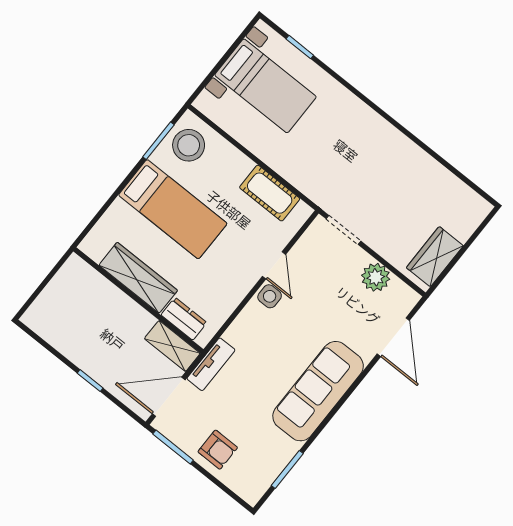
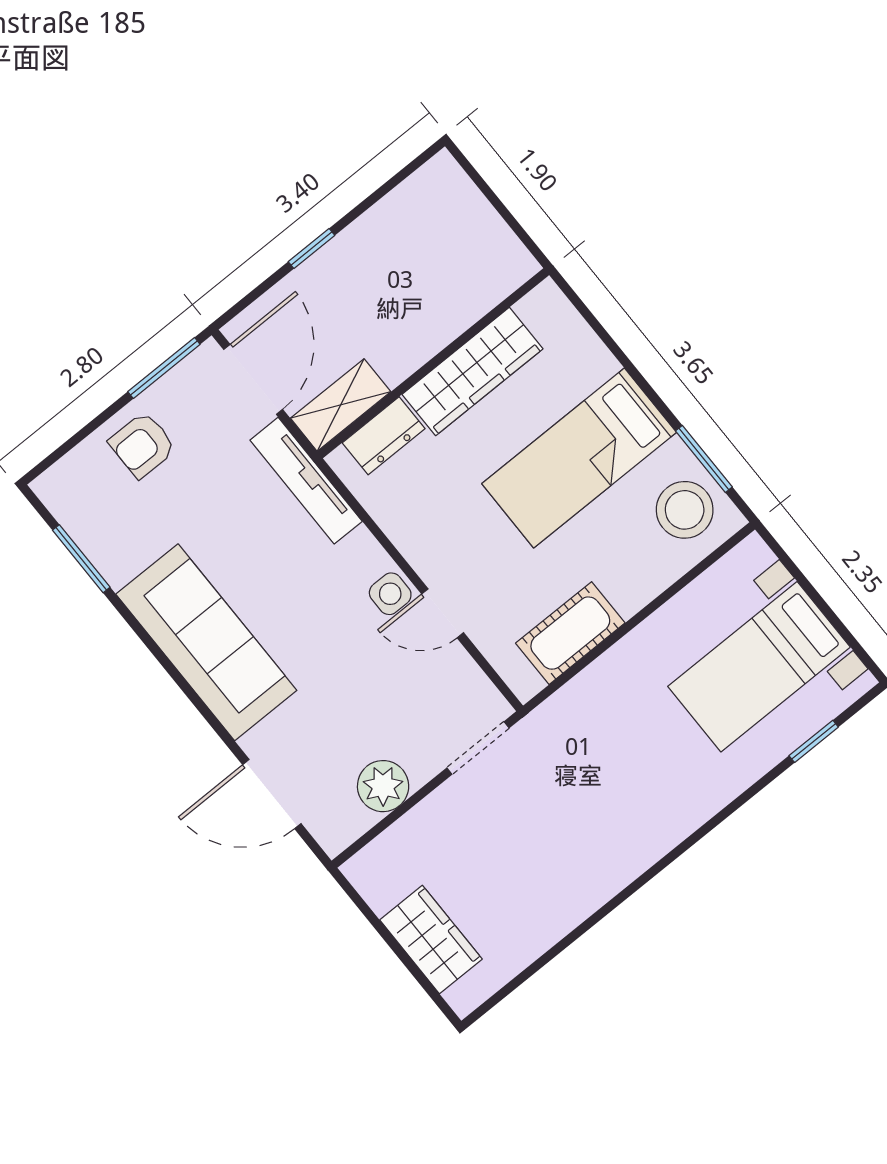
wardrobe: (435, 257) -> (431, 940), moved
tv unit: (211, 364) -> (306, 481), width x1.41

